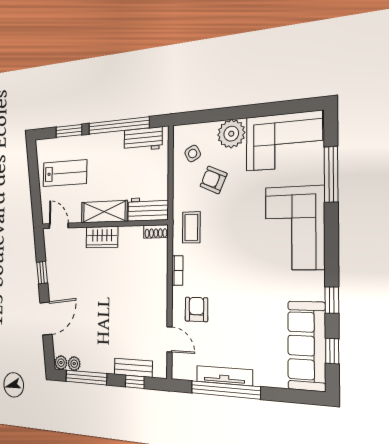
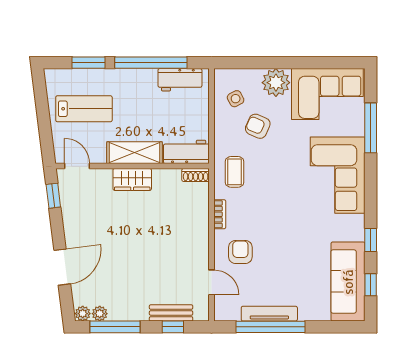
window: (42, 273) -> (53, 196), moved

